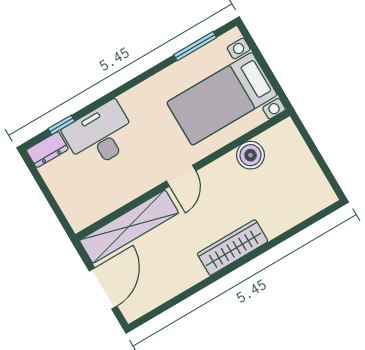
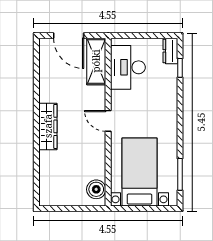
desk: (100, 135) -> (128, 67), moved, turned 180
boiler: (250, 155) -> (96, 189), moved
shelving: (129, 227) -> (96, 61), width x0.68

